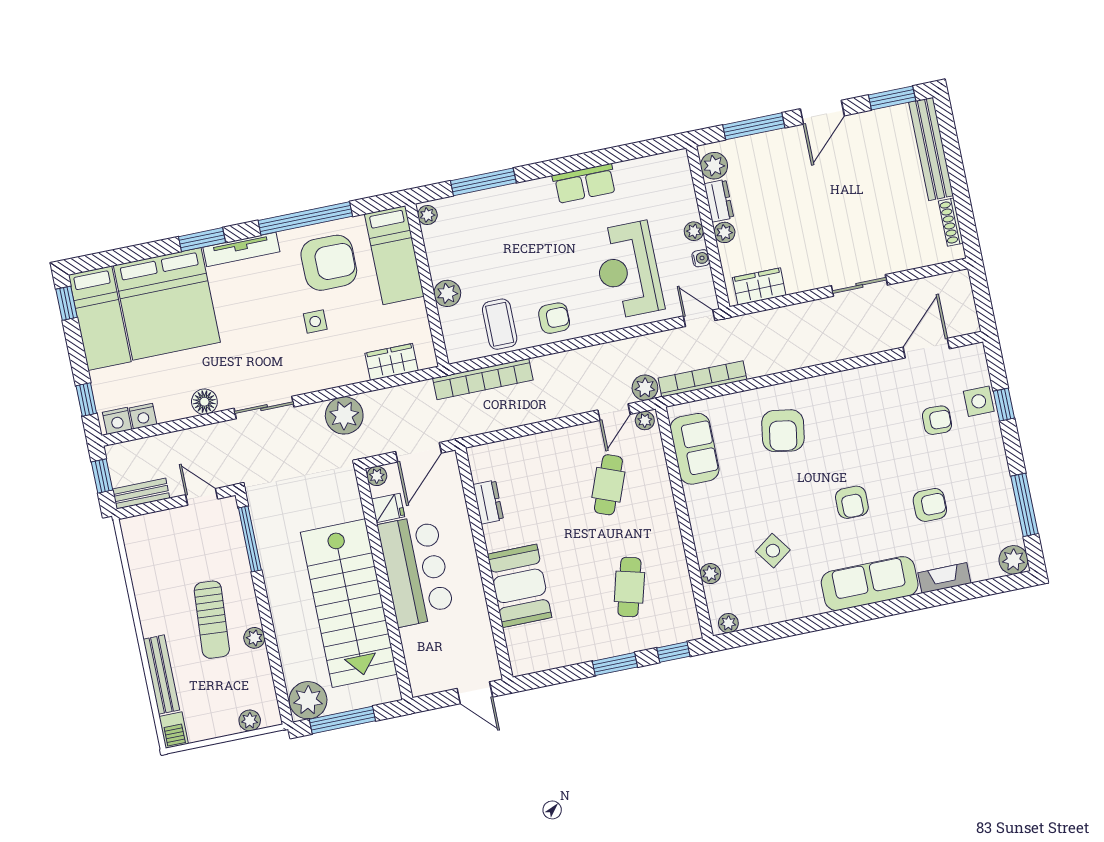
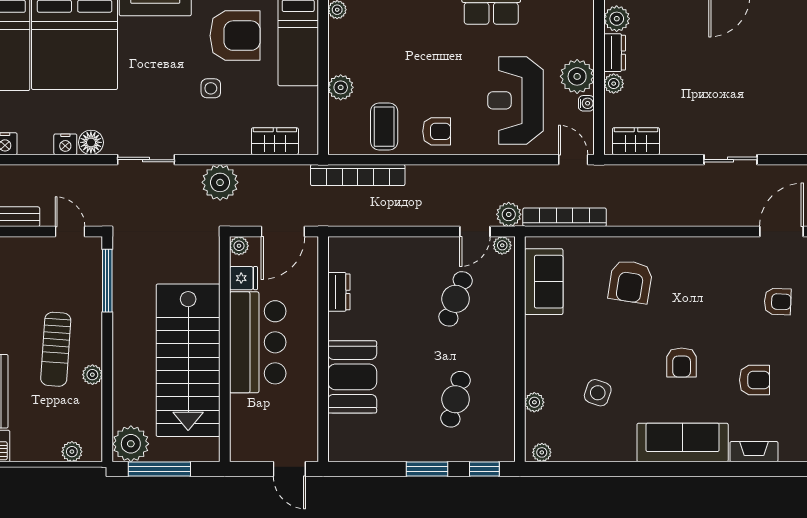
plant: (694, 231) -> (577, 76), width x1.88, depth x1.88
nightstand: (143, 416) -> (65, 144), moved
side table: (773, 551) -> (598, 393), turned -35

